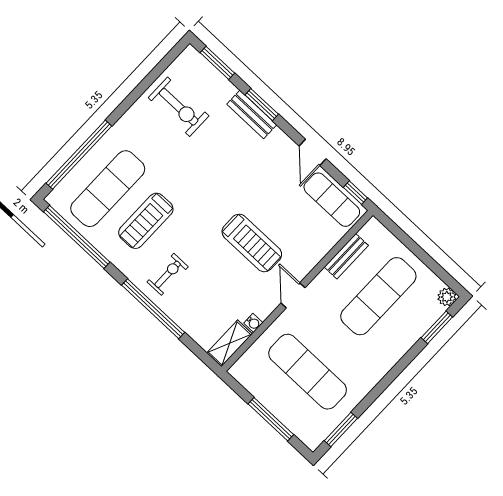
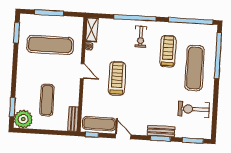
exercise mat: (108, 189) -> (195, 68), moved
treadmill: (252, 243) -> (117, 78), turned 90
bench: (346, 256) -> (73, 119), moved
exercise mat: (378, 296) -> (47, 100), width x0.73, depth x0.69
plant: (447, 297) -> (23, 119), width x1.88, depth x1.88

